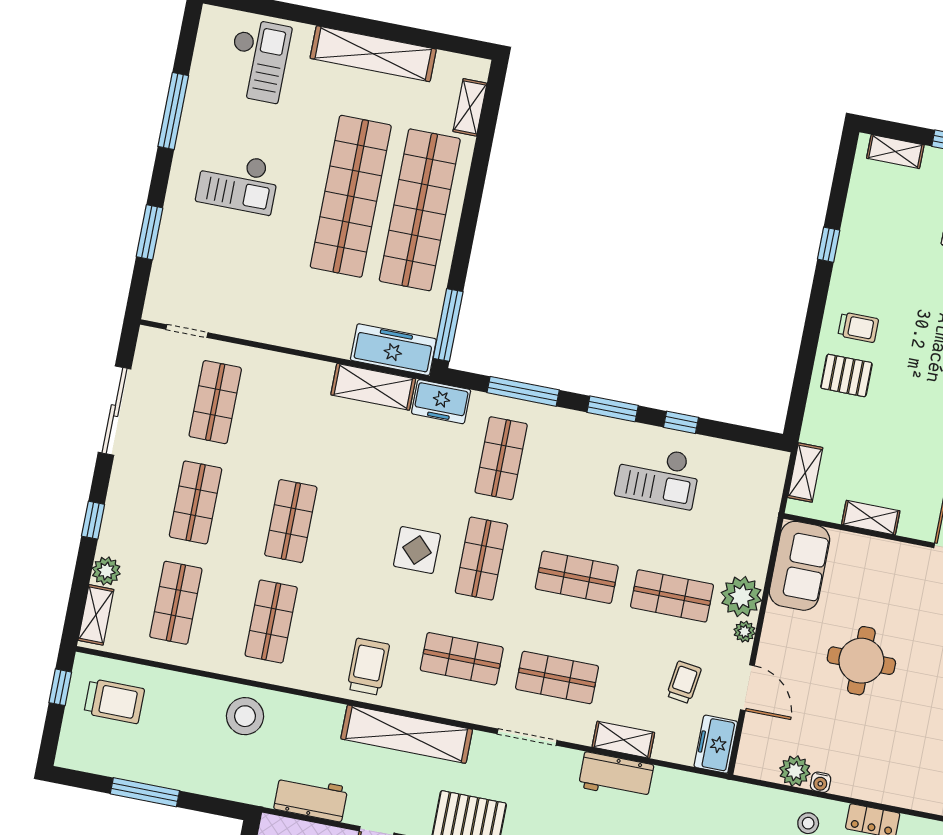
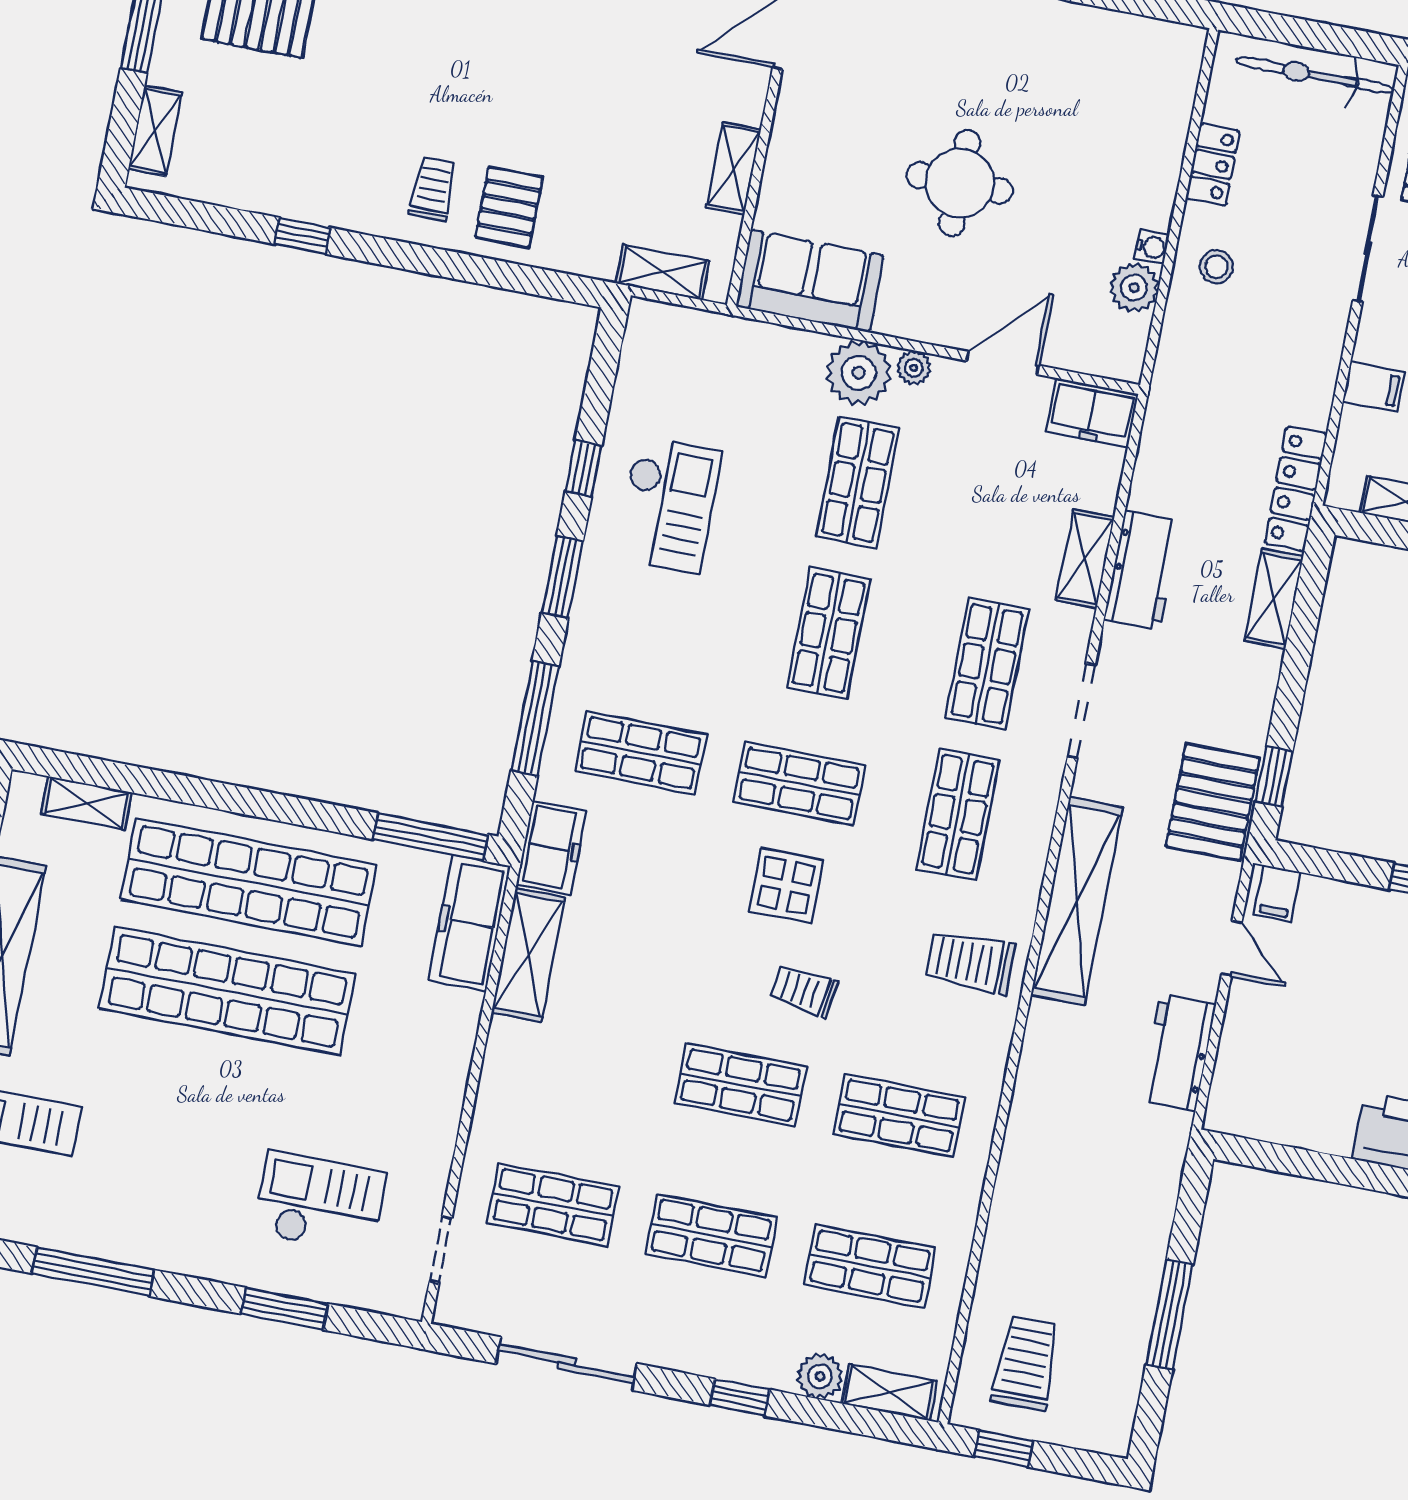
checkout: (238, 182) -> (320, 1203), moved, turned -90
trolley: (684, 682) -> (804, 991), moved
stool: (245, 716) -> (1049, 1157), removed

